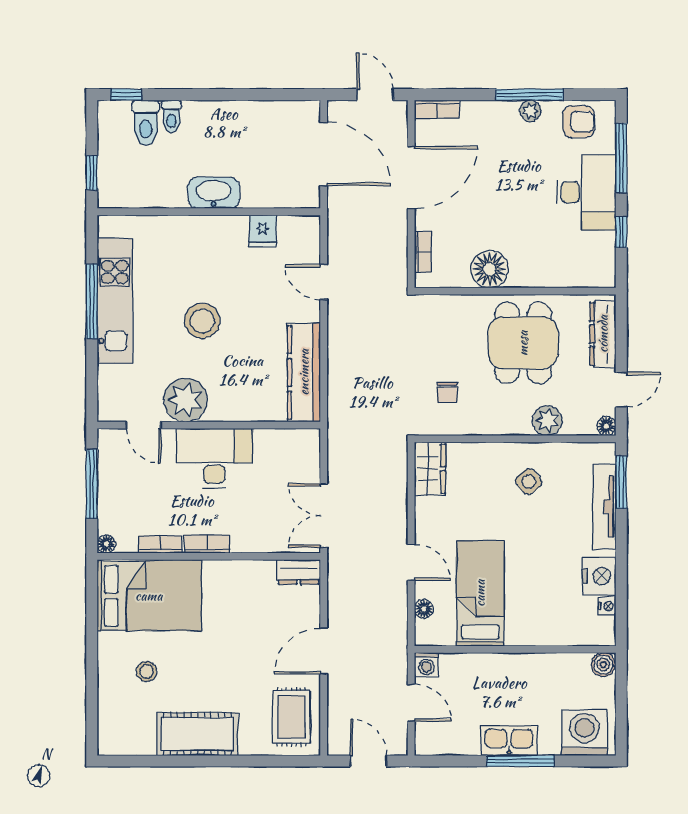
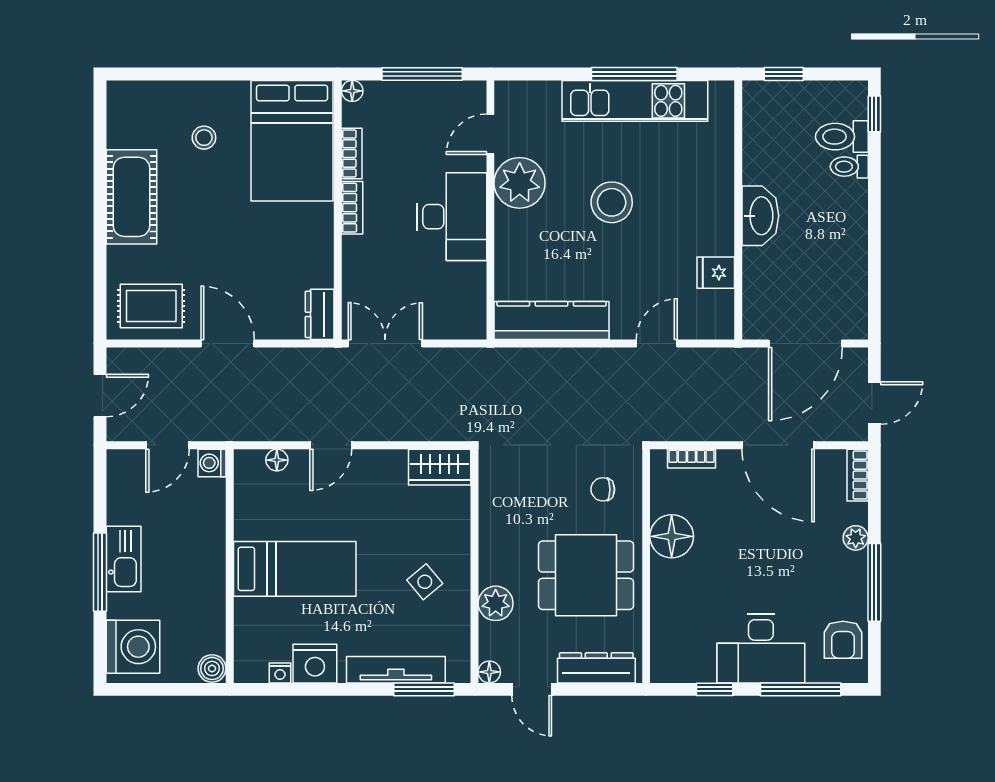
plant: (530, 111) -> (856, 538), moved
chair: (447, 392) -> (603, 489), moved
bed: (480, 593) -> (295, 569), moved

